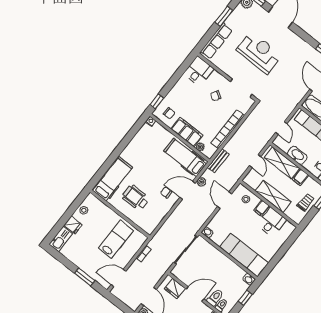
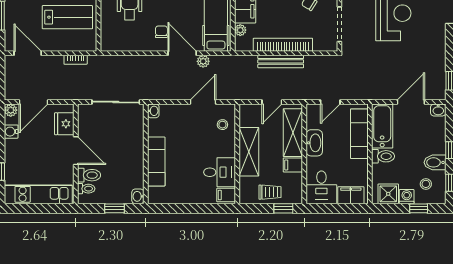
bench: (218, 161) -> (281, 61), moved, width x1.36
filing cabinet: (262, 208) -> (226, 195), moved
exam couch: (244, 255) -> (156, 161), width x0.73, depth x0.69

